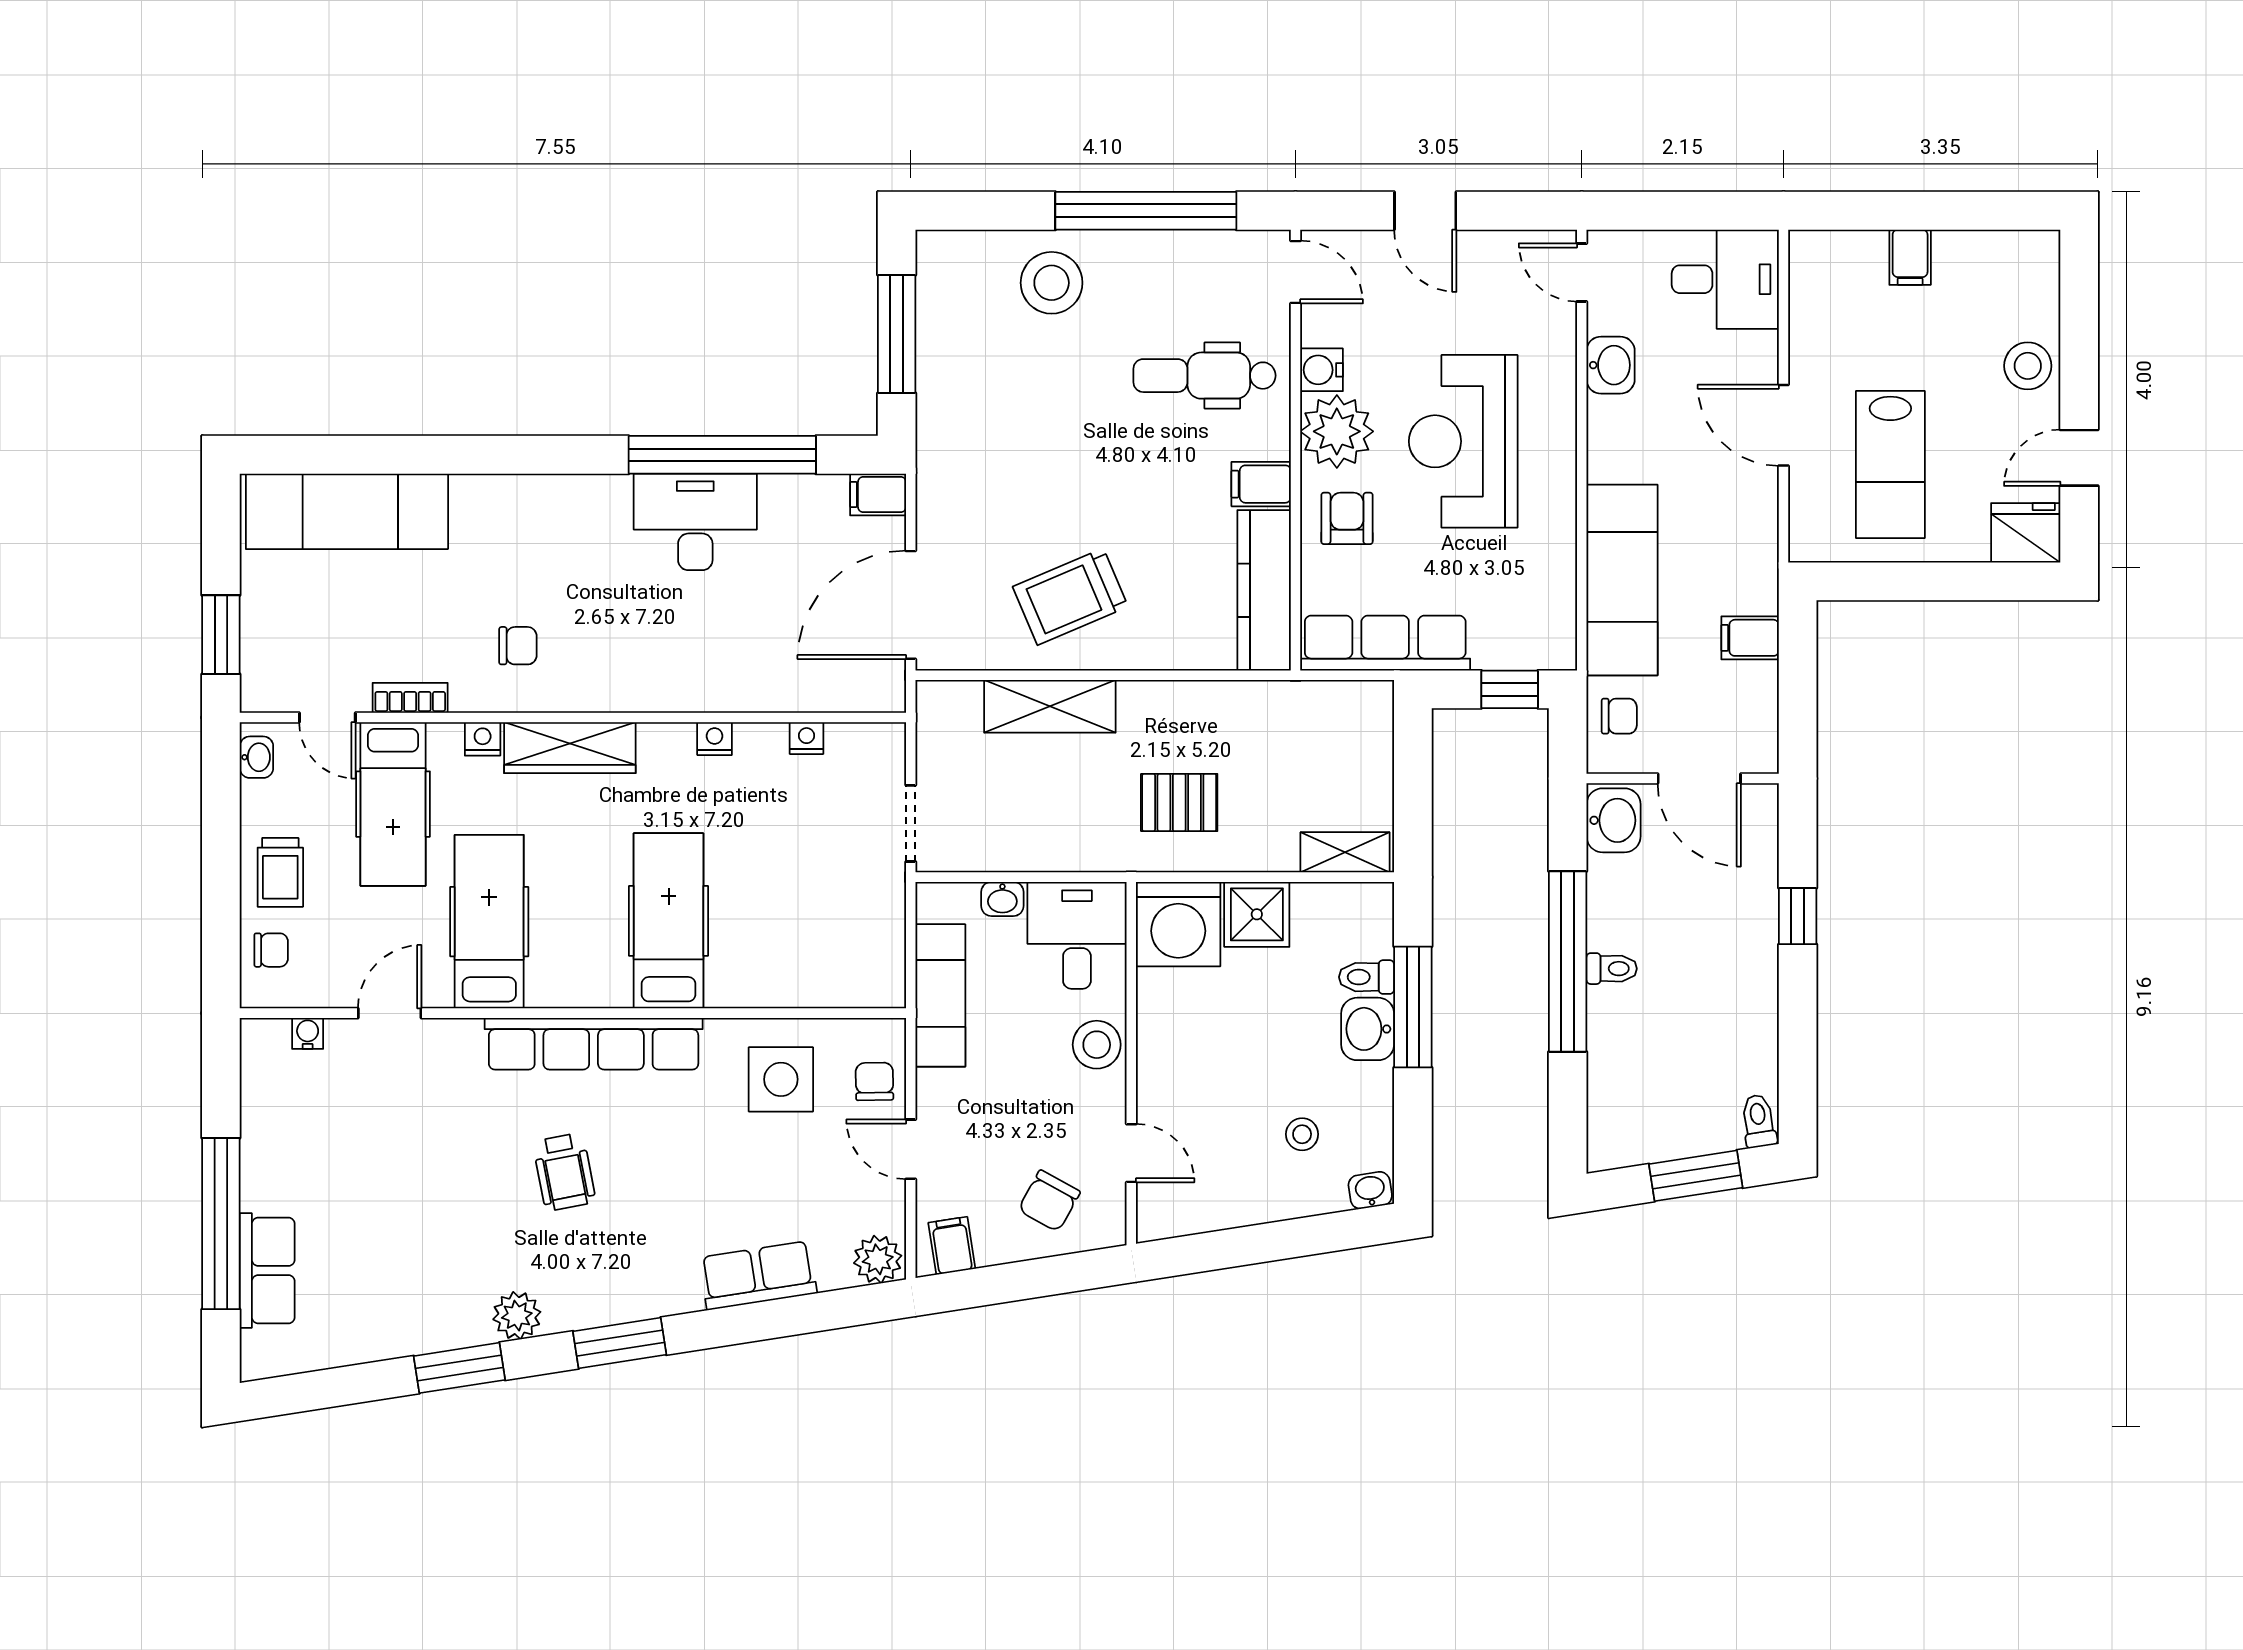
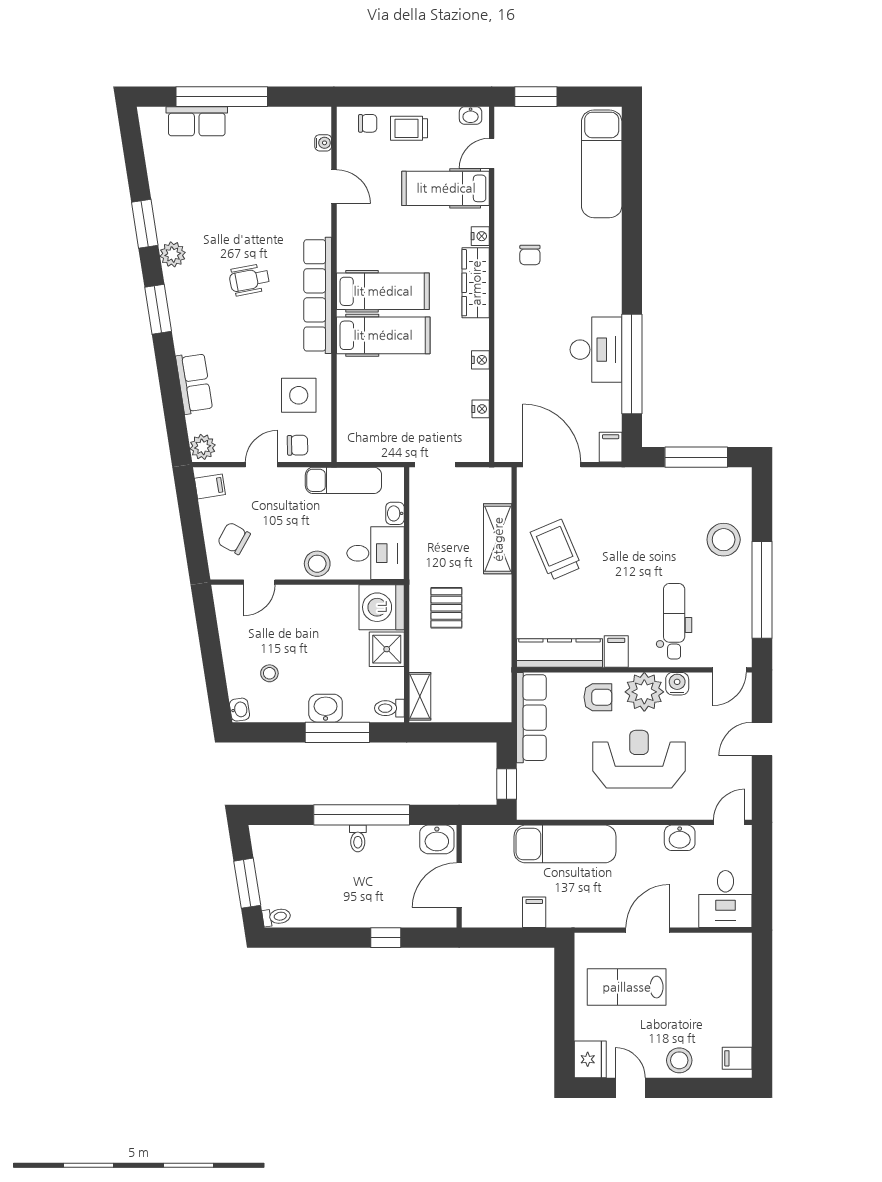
filing cabinet: (1910, 257) -> (737, 1058), moved
bookcase: (410, 698) -> (502, 198), removed
chair: (1619, 716) -> (492, 842), removed
hospital bed: (489, 922) -> (383, 291), moved
chair: (271, 950) -> (368, 123), turned -90
toilet: (1366, 977) -> (389, 708), moved, turned -90

